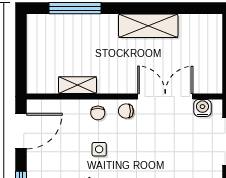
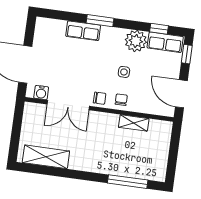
shelving: (148, 26) -> (46, 157), moved
door: (21, 131) -> (181, 94), hinge flipped

